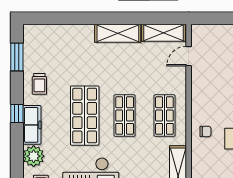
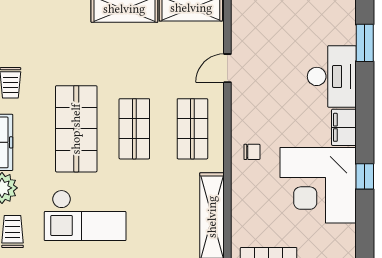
door: (189, 56) -> (227, 68), moved

